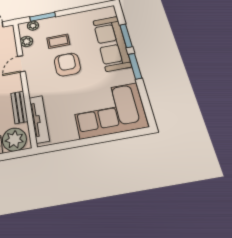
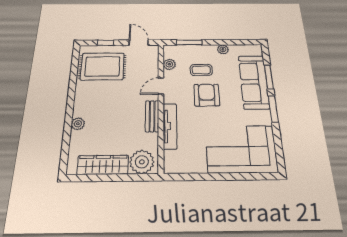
plant: (33, 26) -> (223, 49), moved
bench: (19, 107) -> (152, 116), moved
tv unit: (39, 119) -> (170, 126), moved

